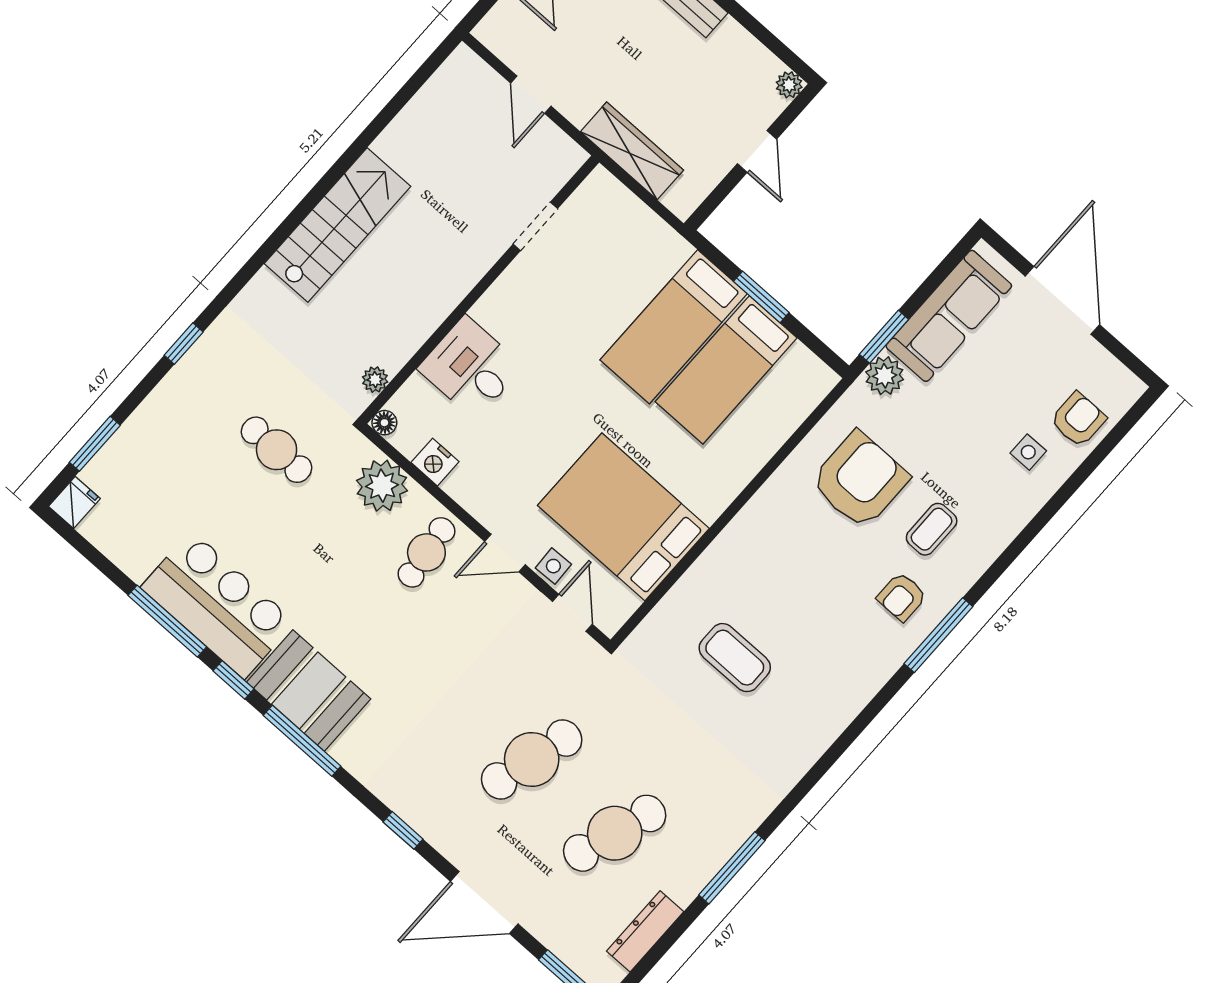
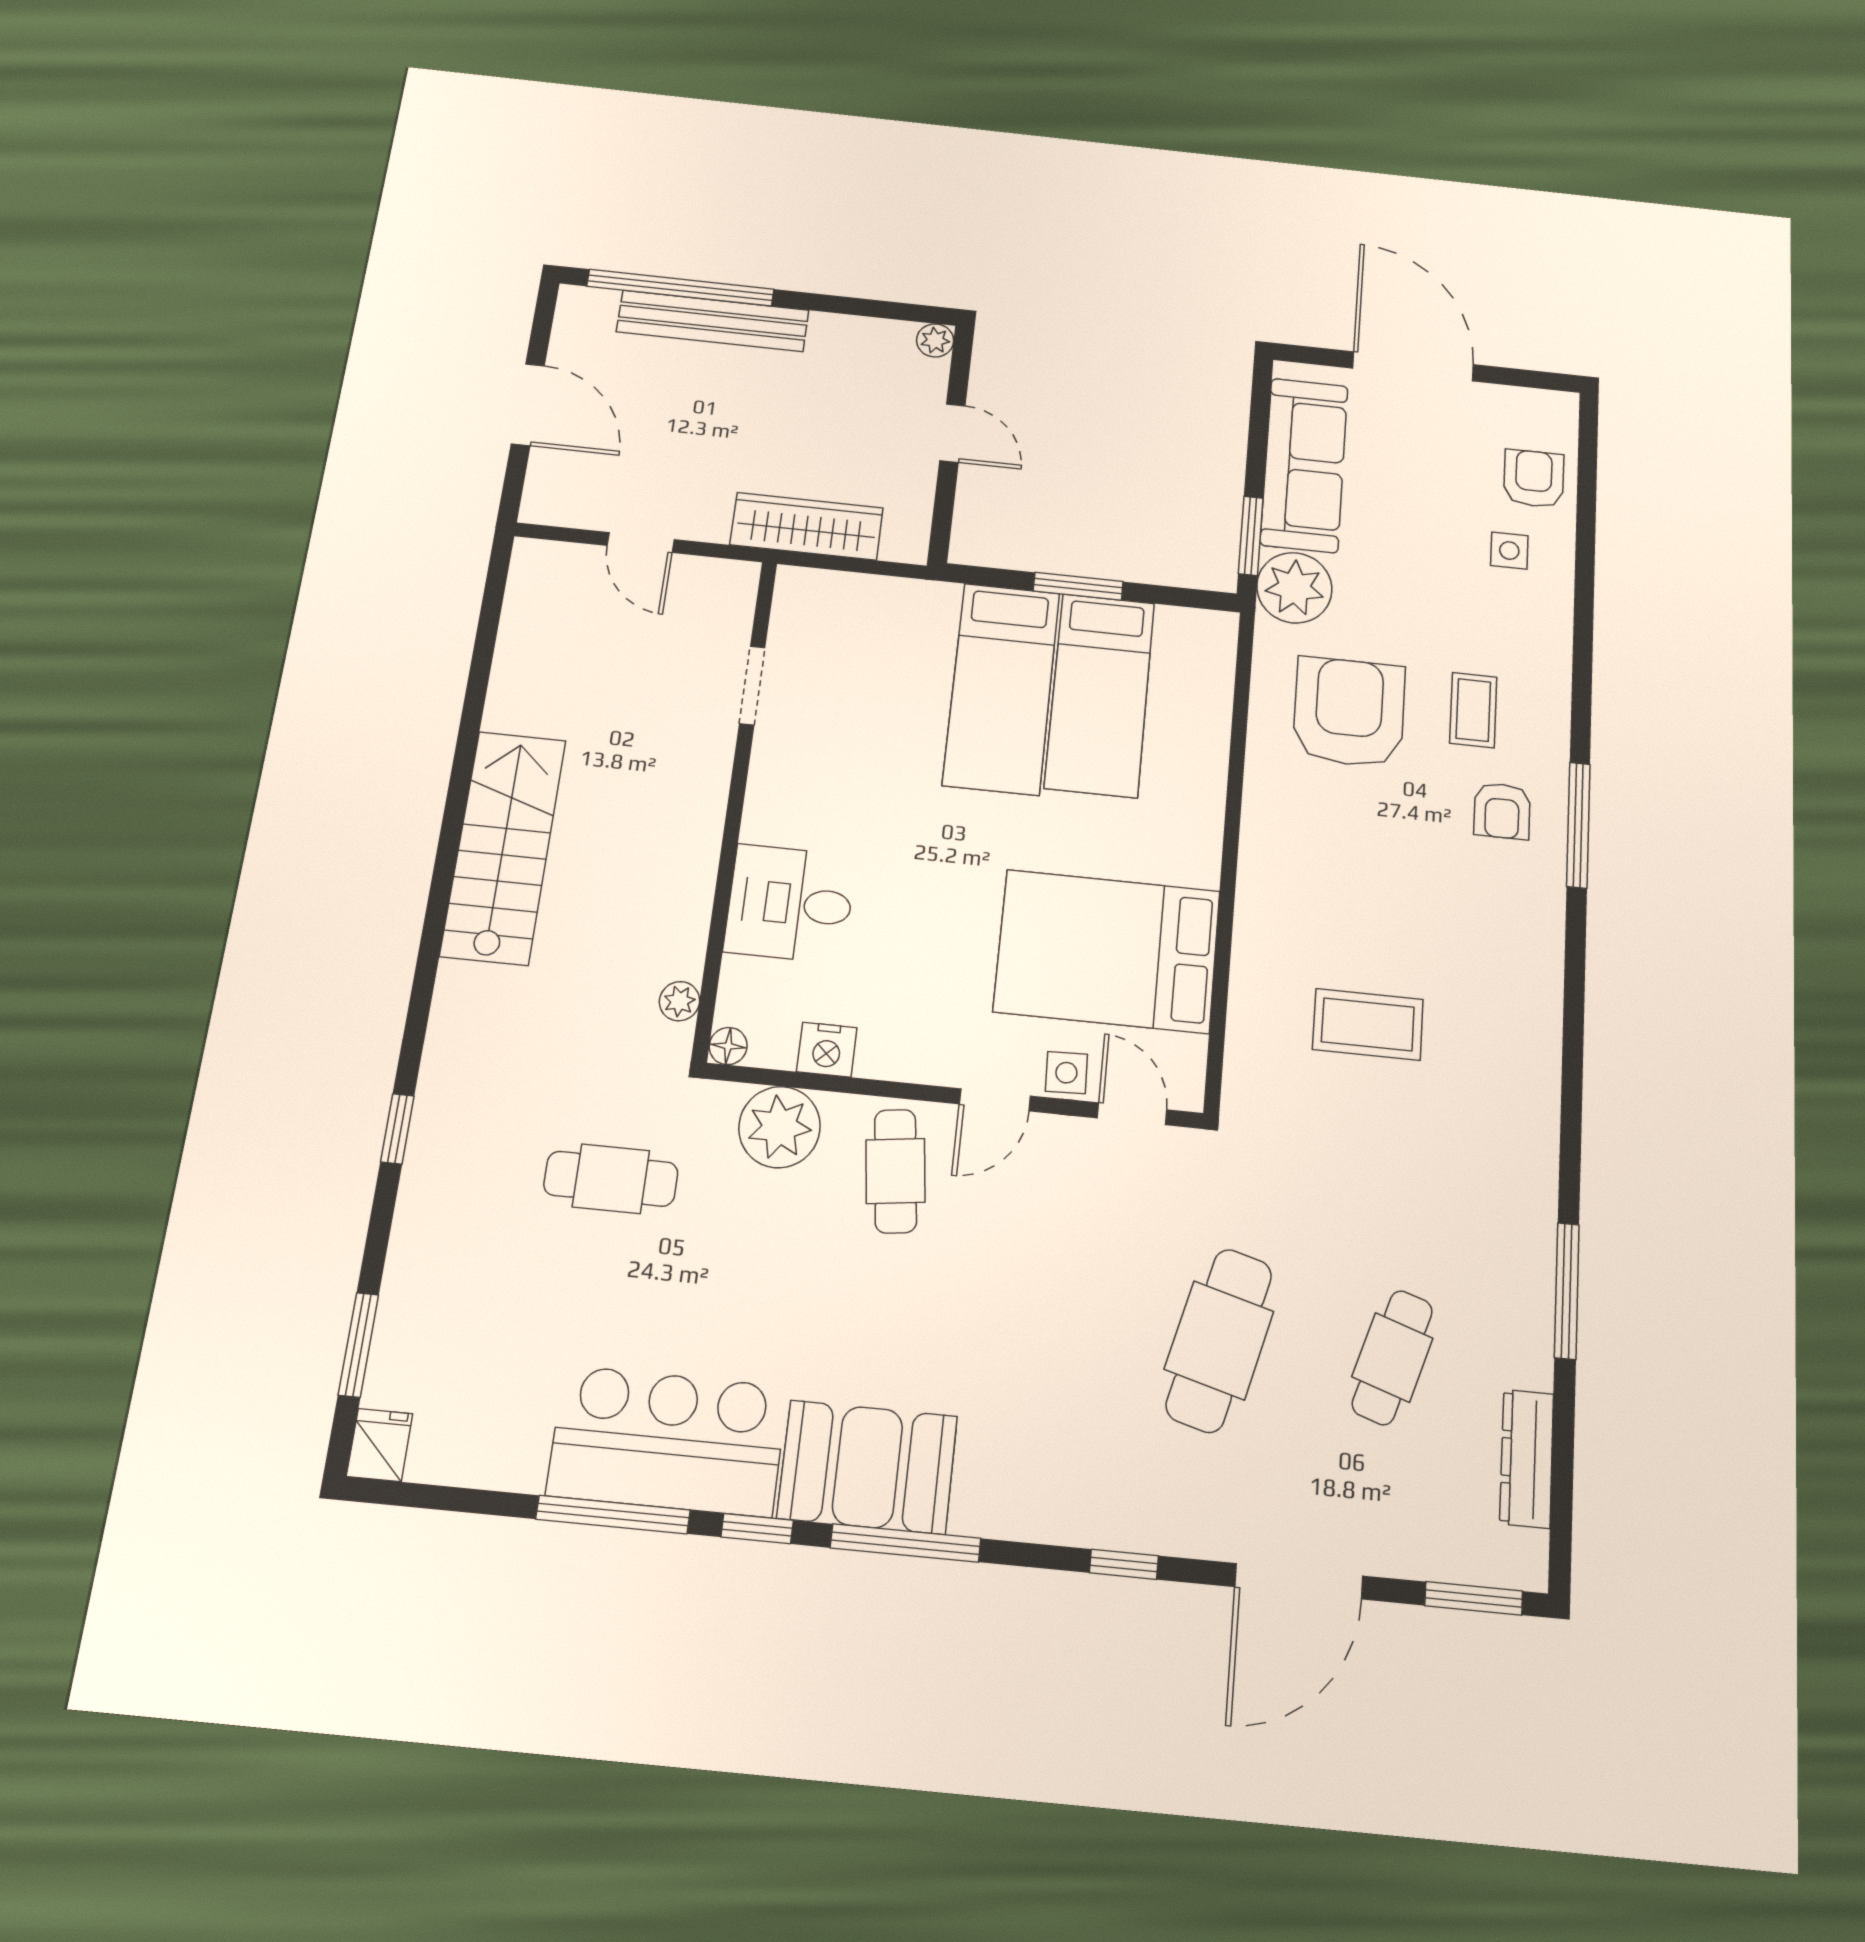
plant: (885, 376) -> (1294, 588), width x1.36, depth x1.36
cafe table: (615, 833) -> (1392, 1357), width x0.73, depth x0.74

